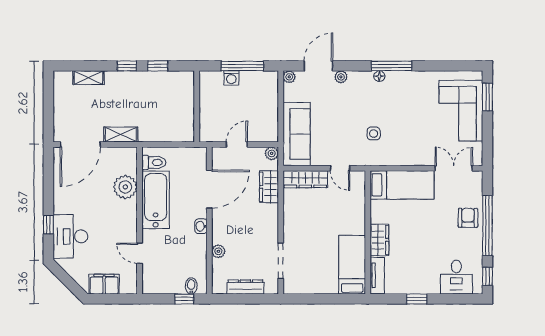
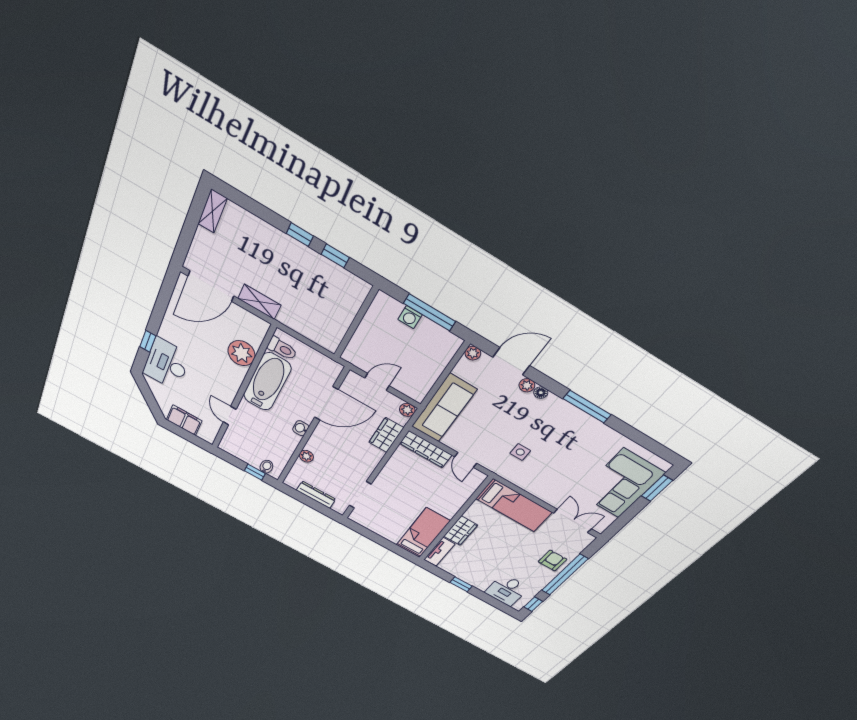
floor lamp: (379, 76) -> (541, 393), moved
shelving: (88, 78) -> (212, 211), moved, turned 90

